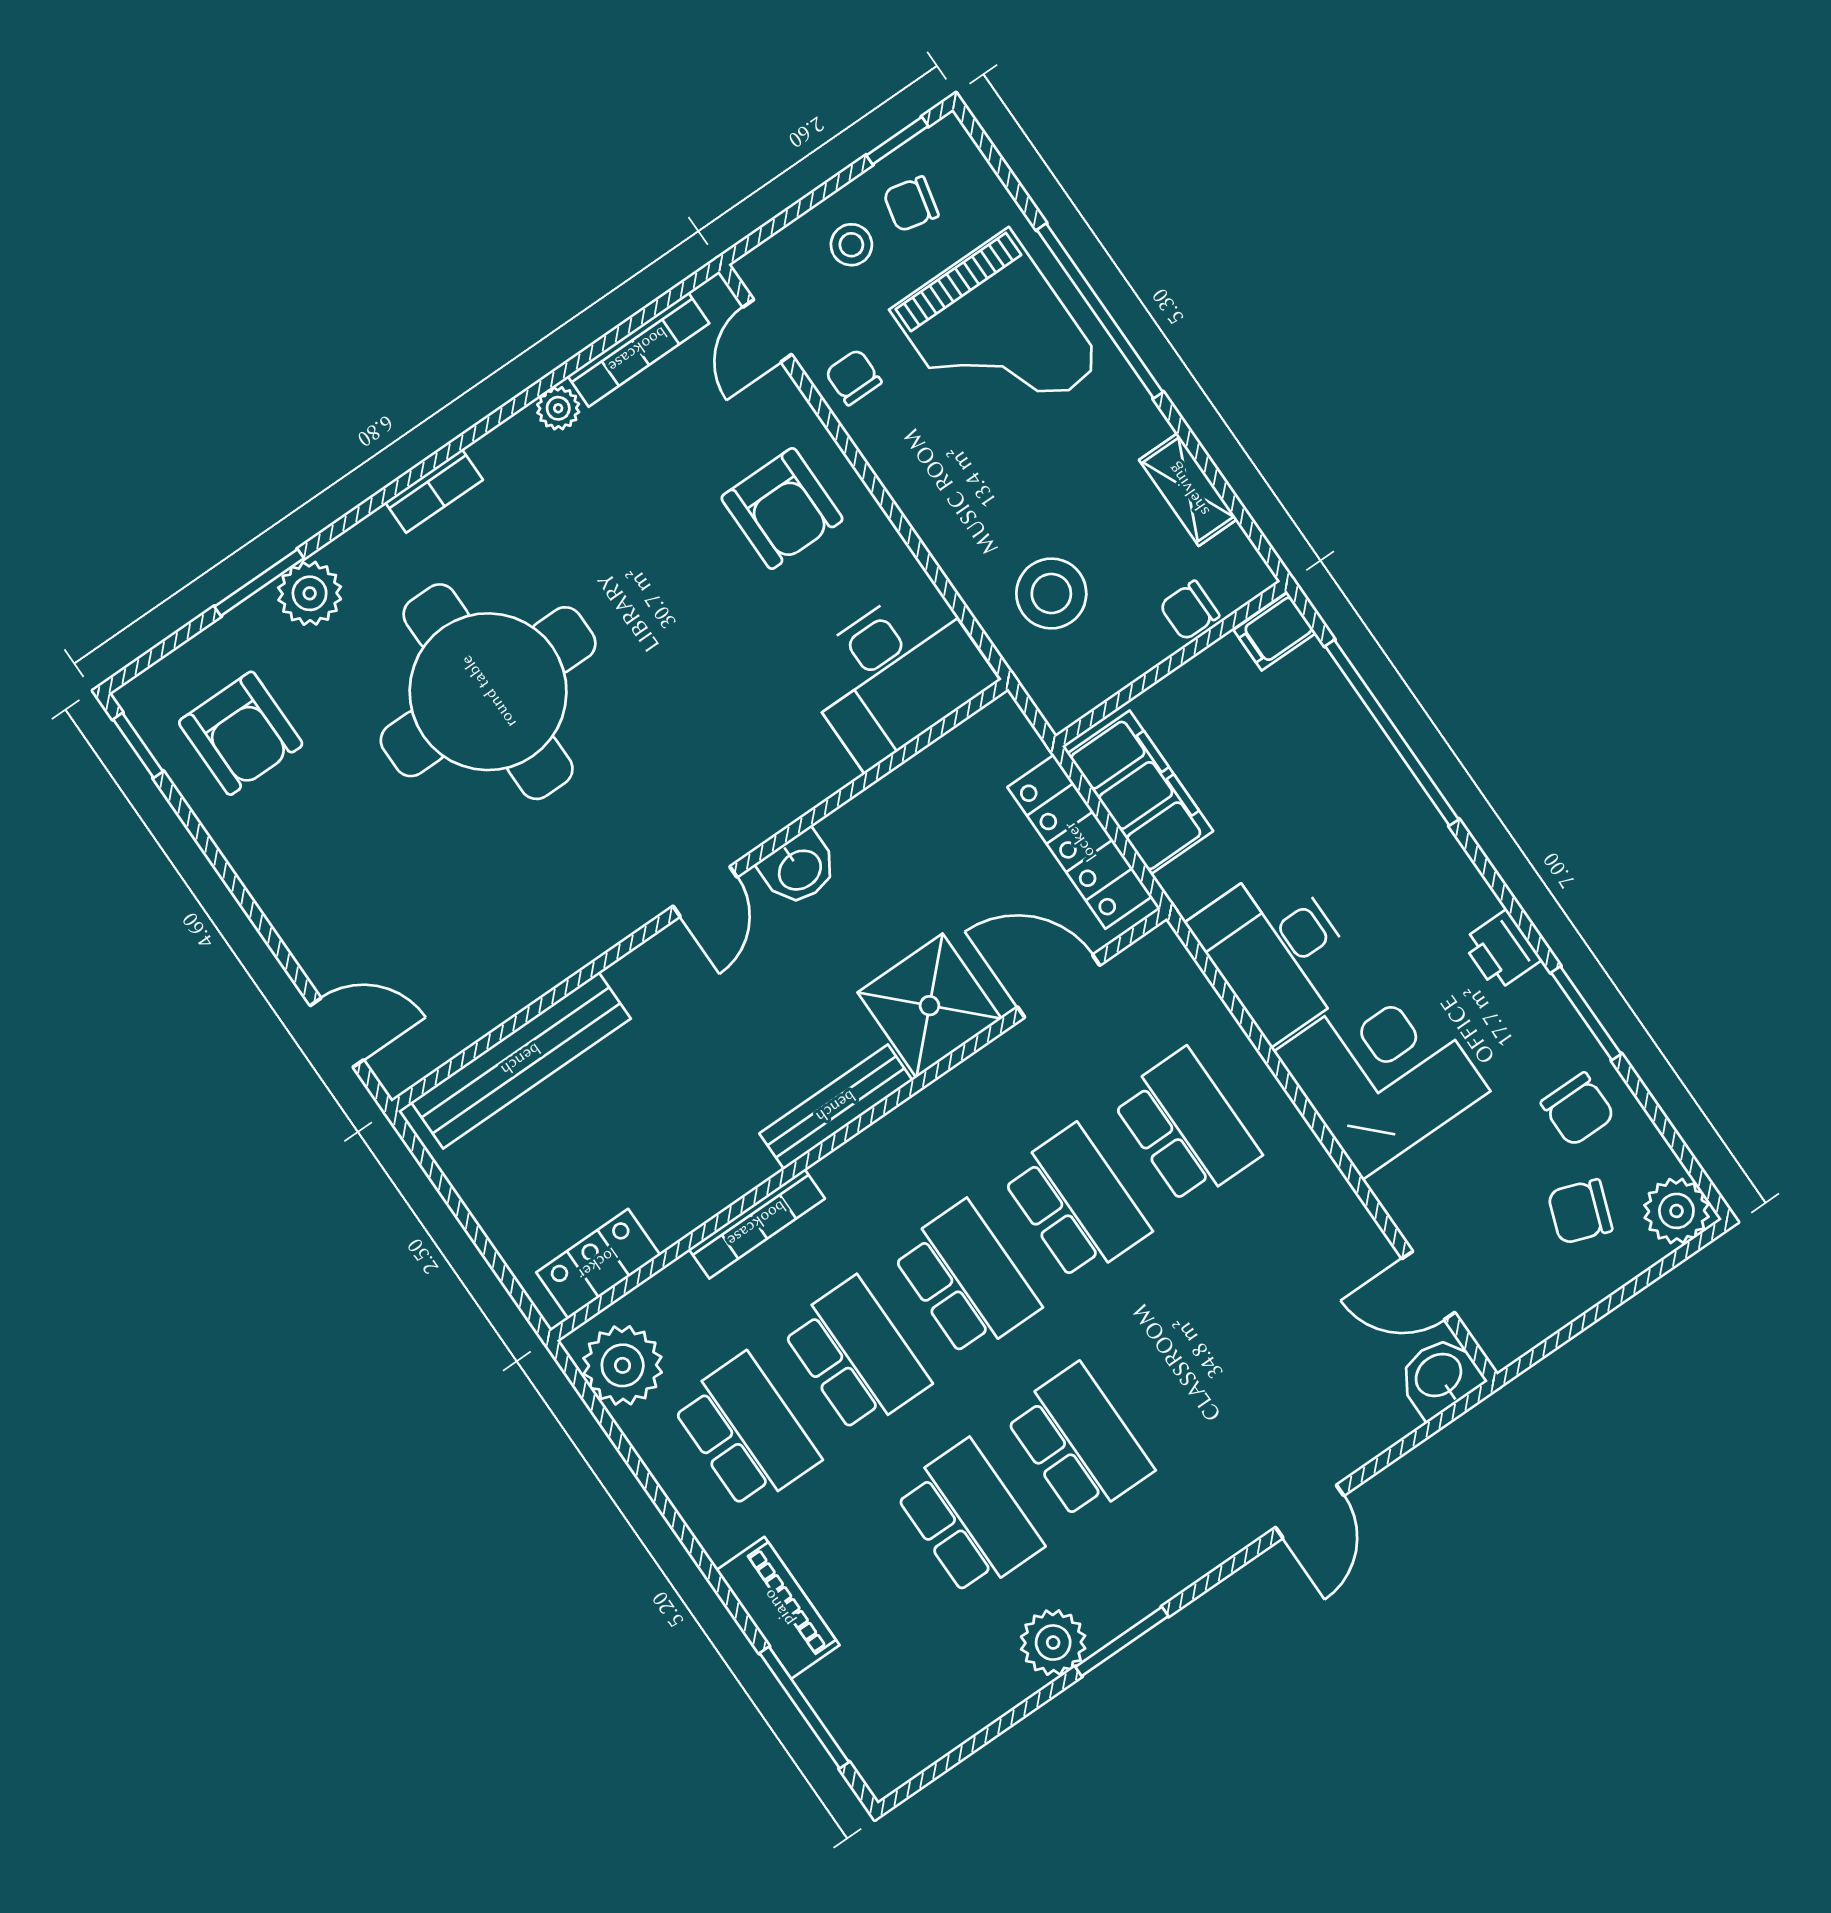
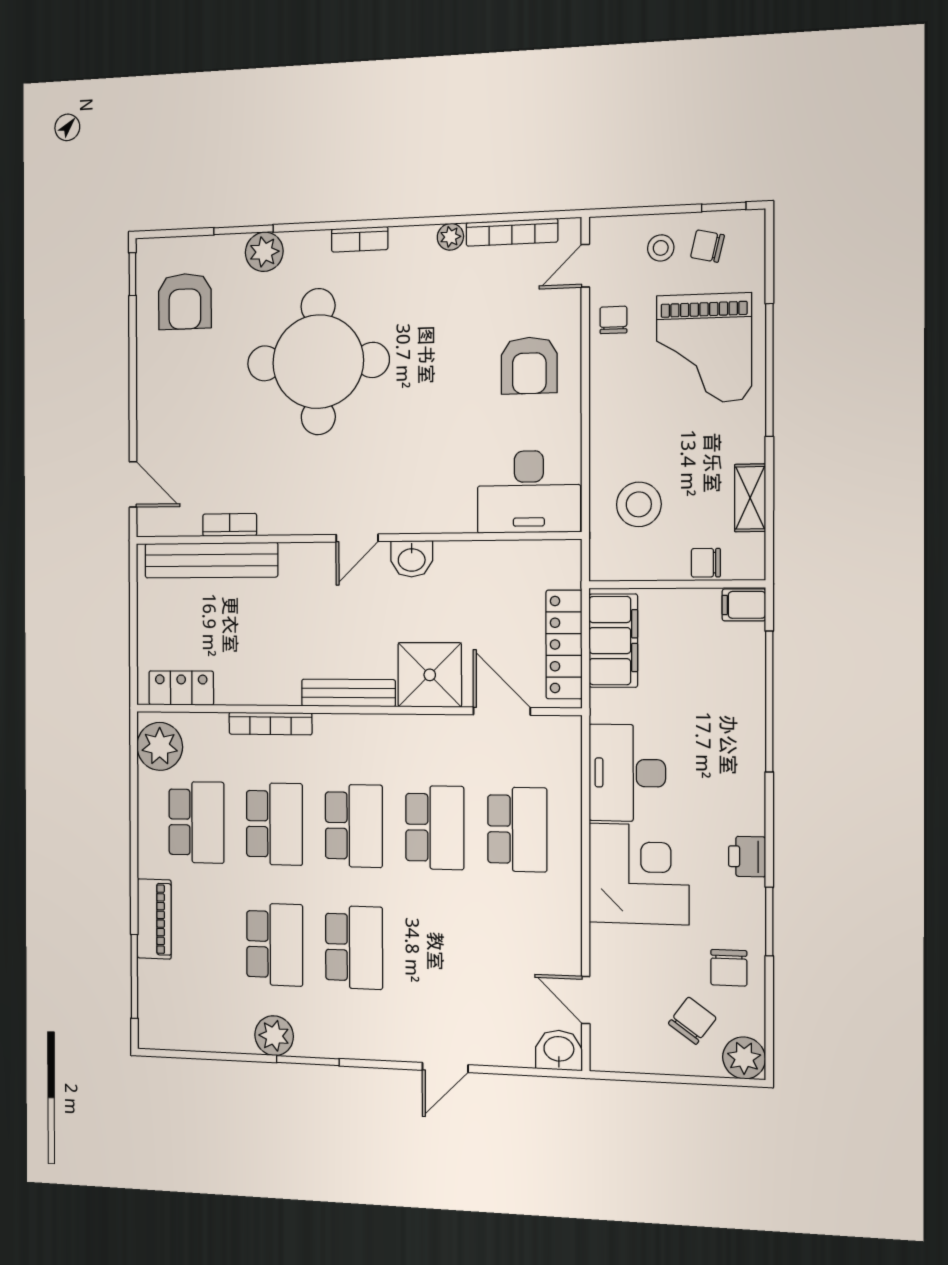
bookcase: (514, 994) -> (230, 525), added
chair: (1580, 1212) -> (692, 1021), turned 106

